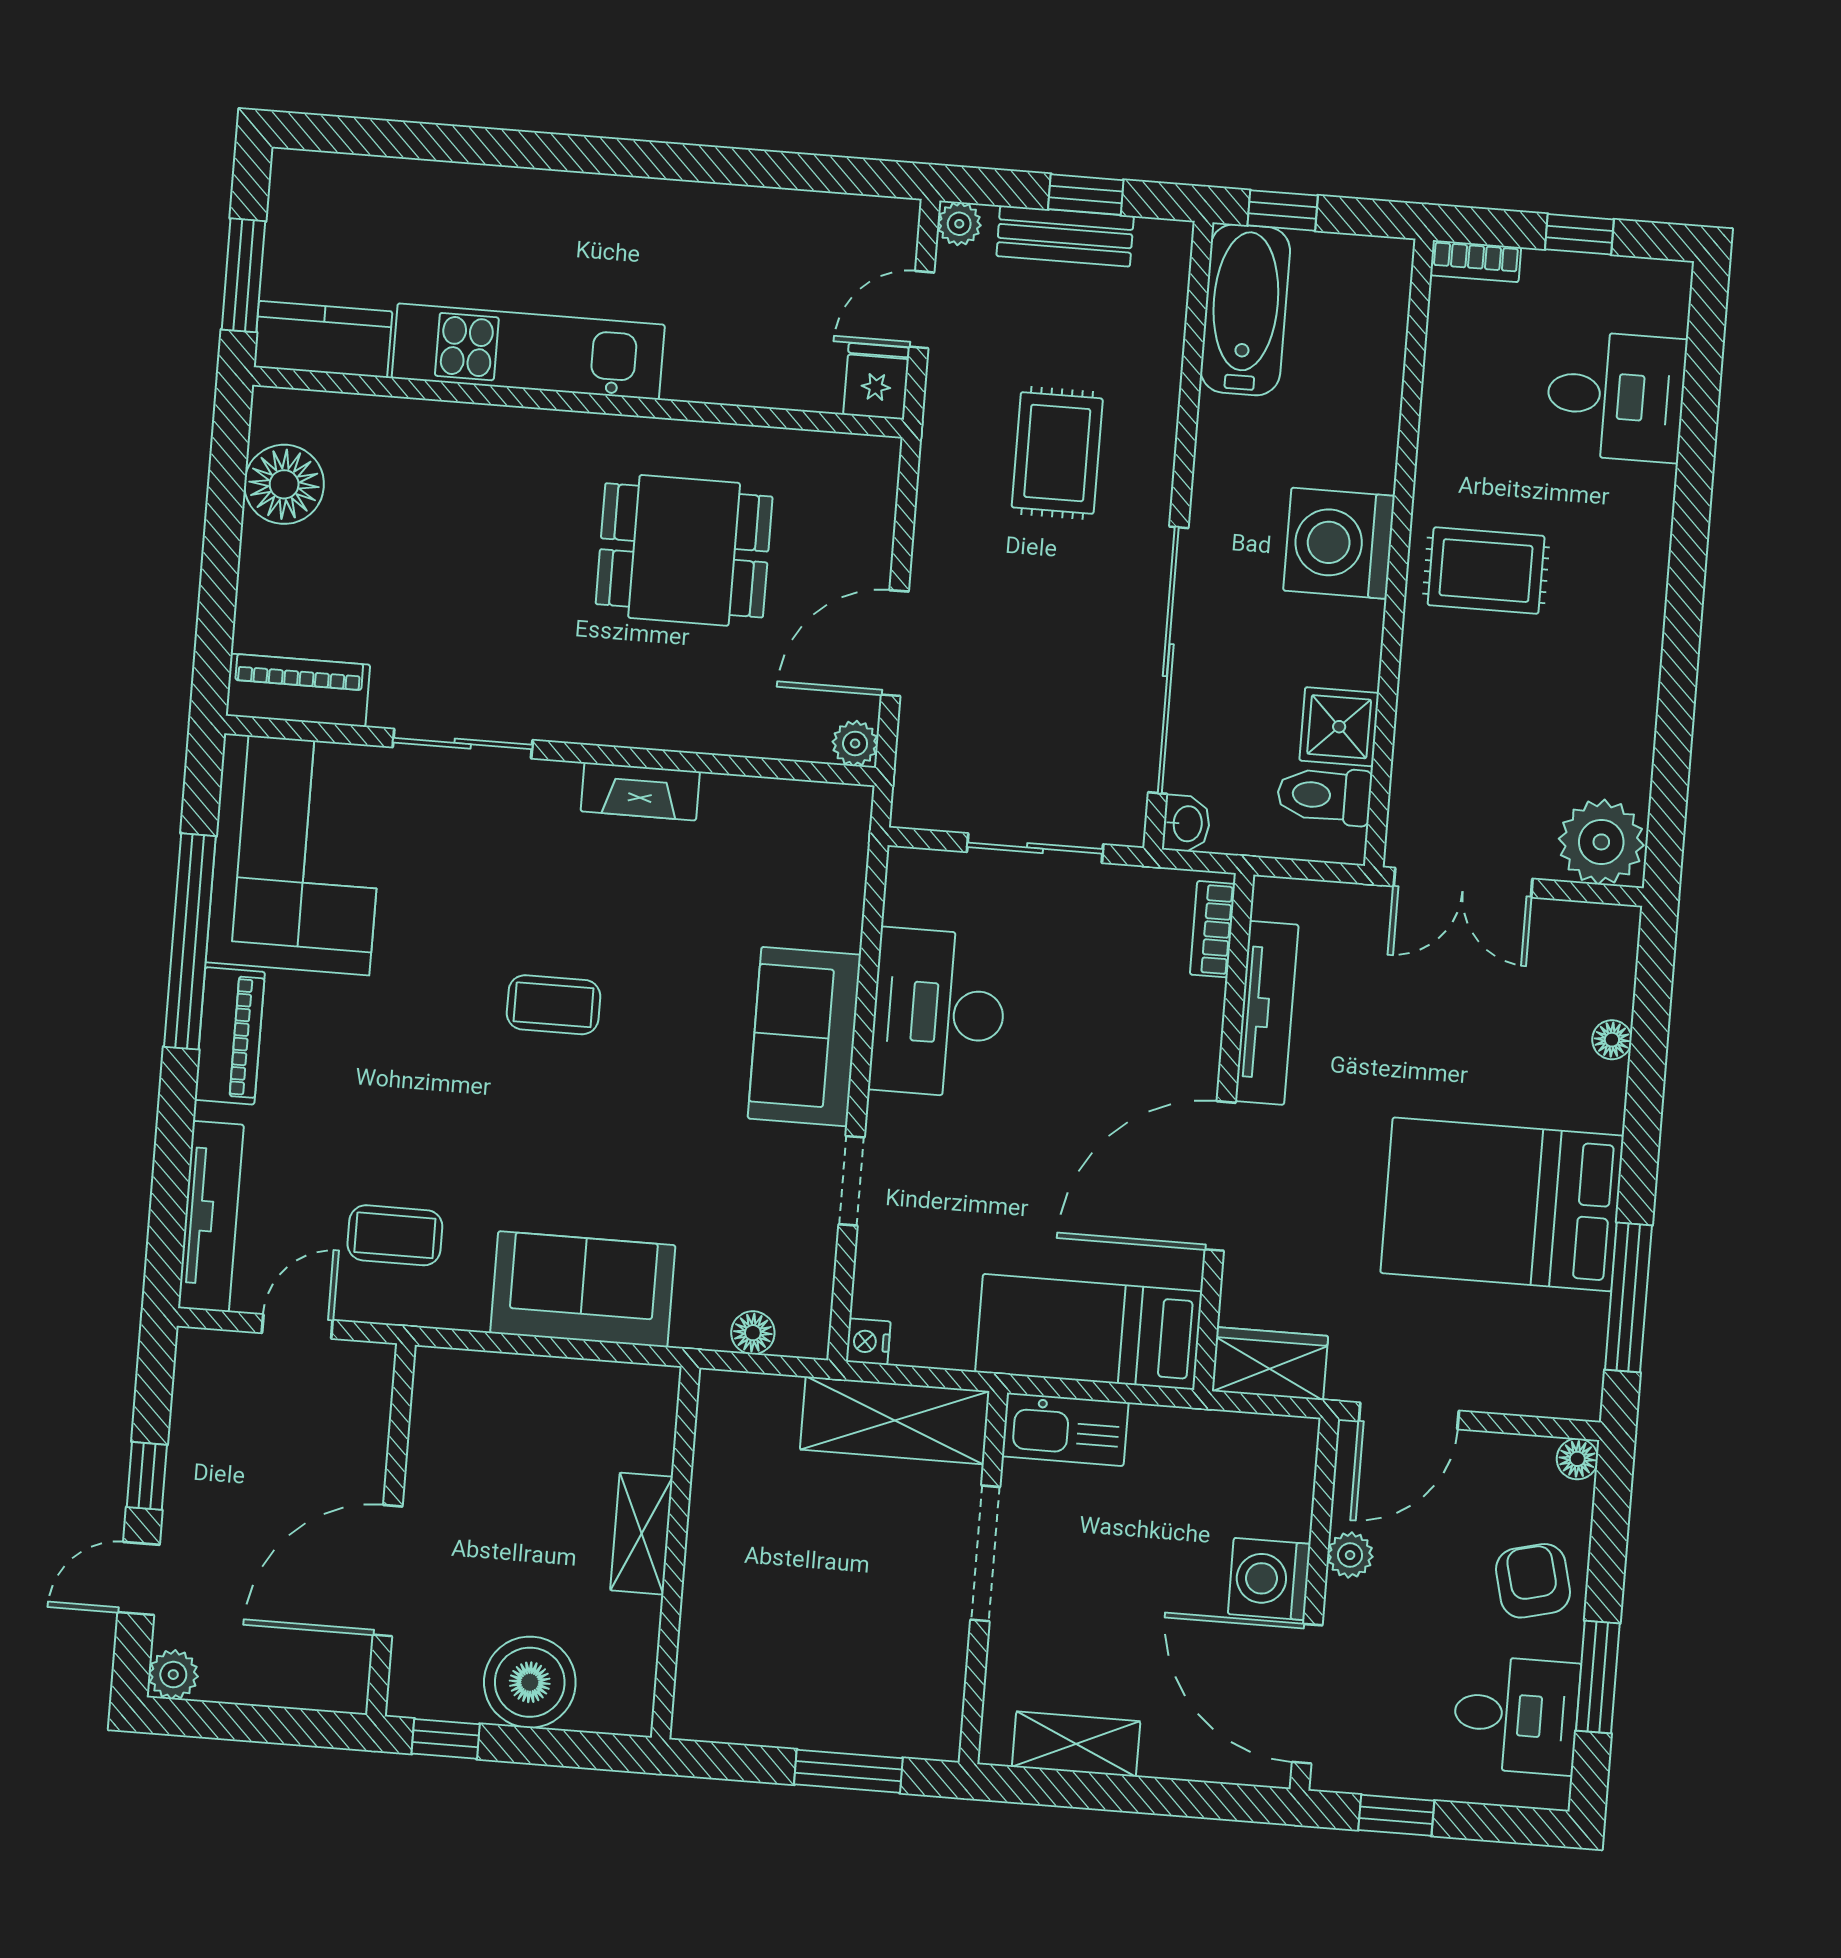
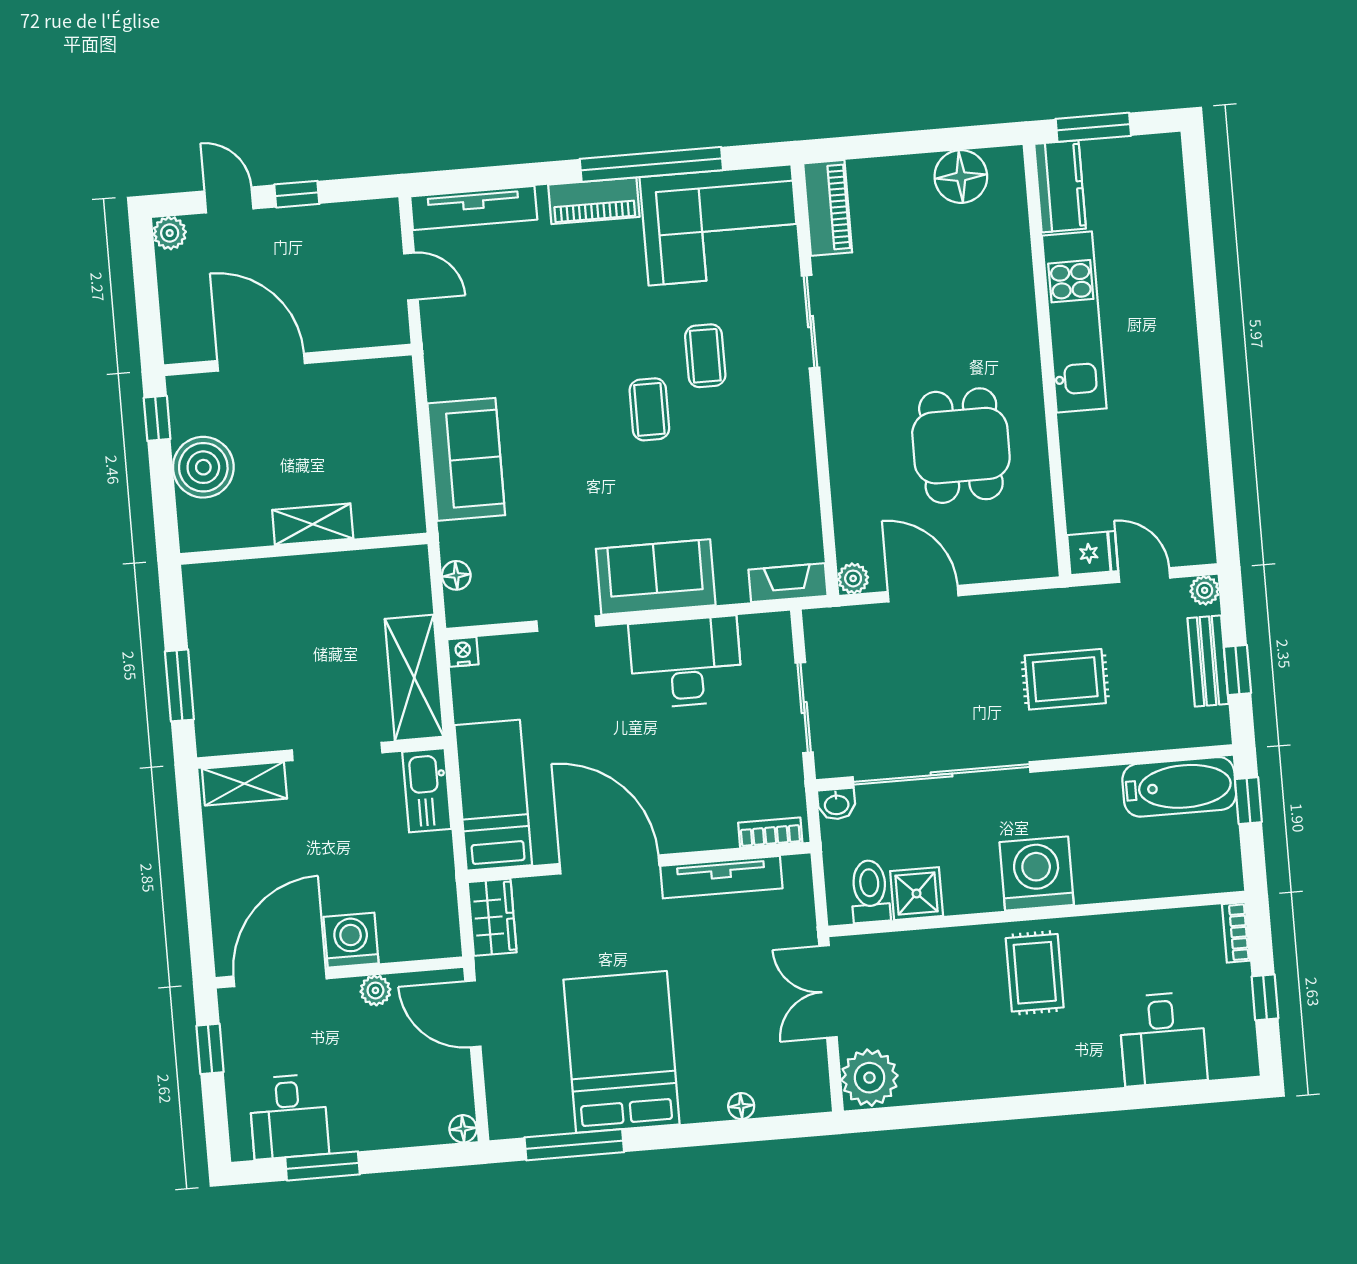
fireplace: (640, 791) -> (788, 583), moved, turned 90
coffee table: (395, 1235) -> (705, 356), moved
armchair: (1533, 1581) -> (378, 1113), removed
shelving: (1076, 1744) -> (244, 784), moved, turned 90

